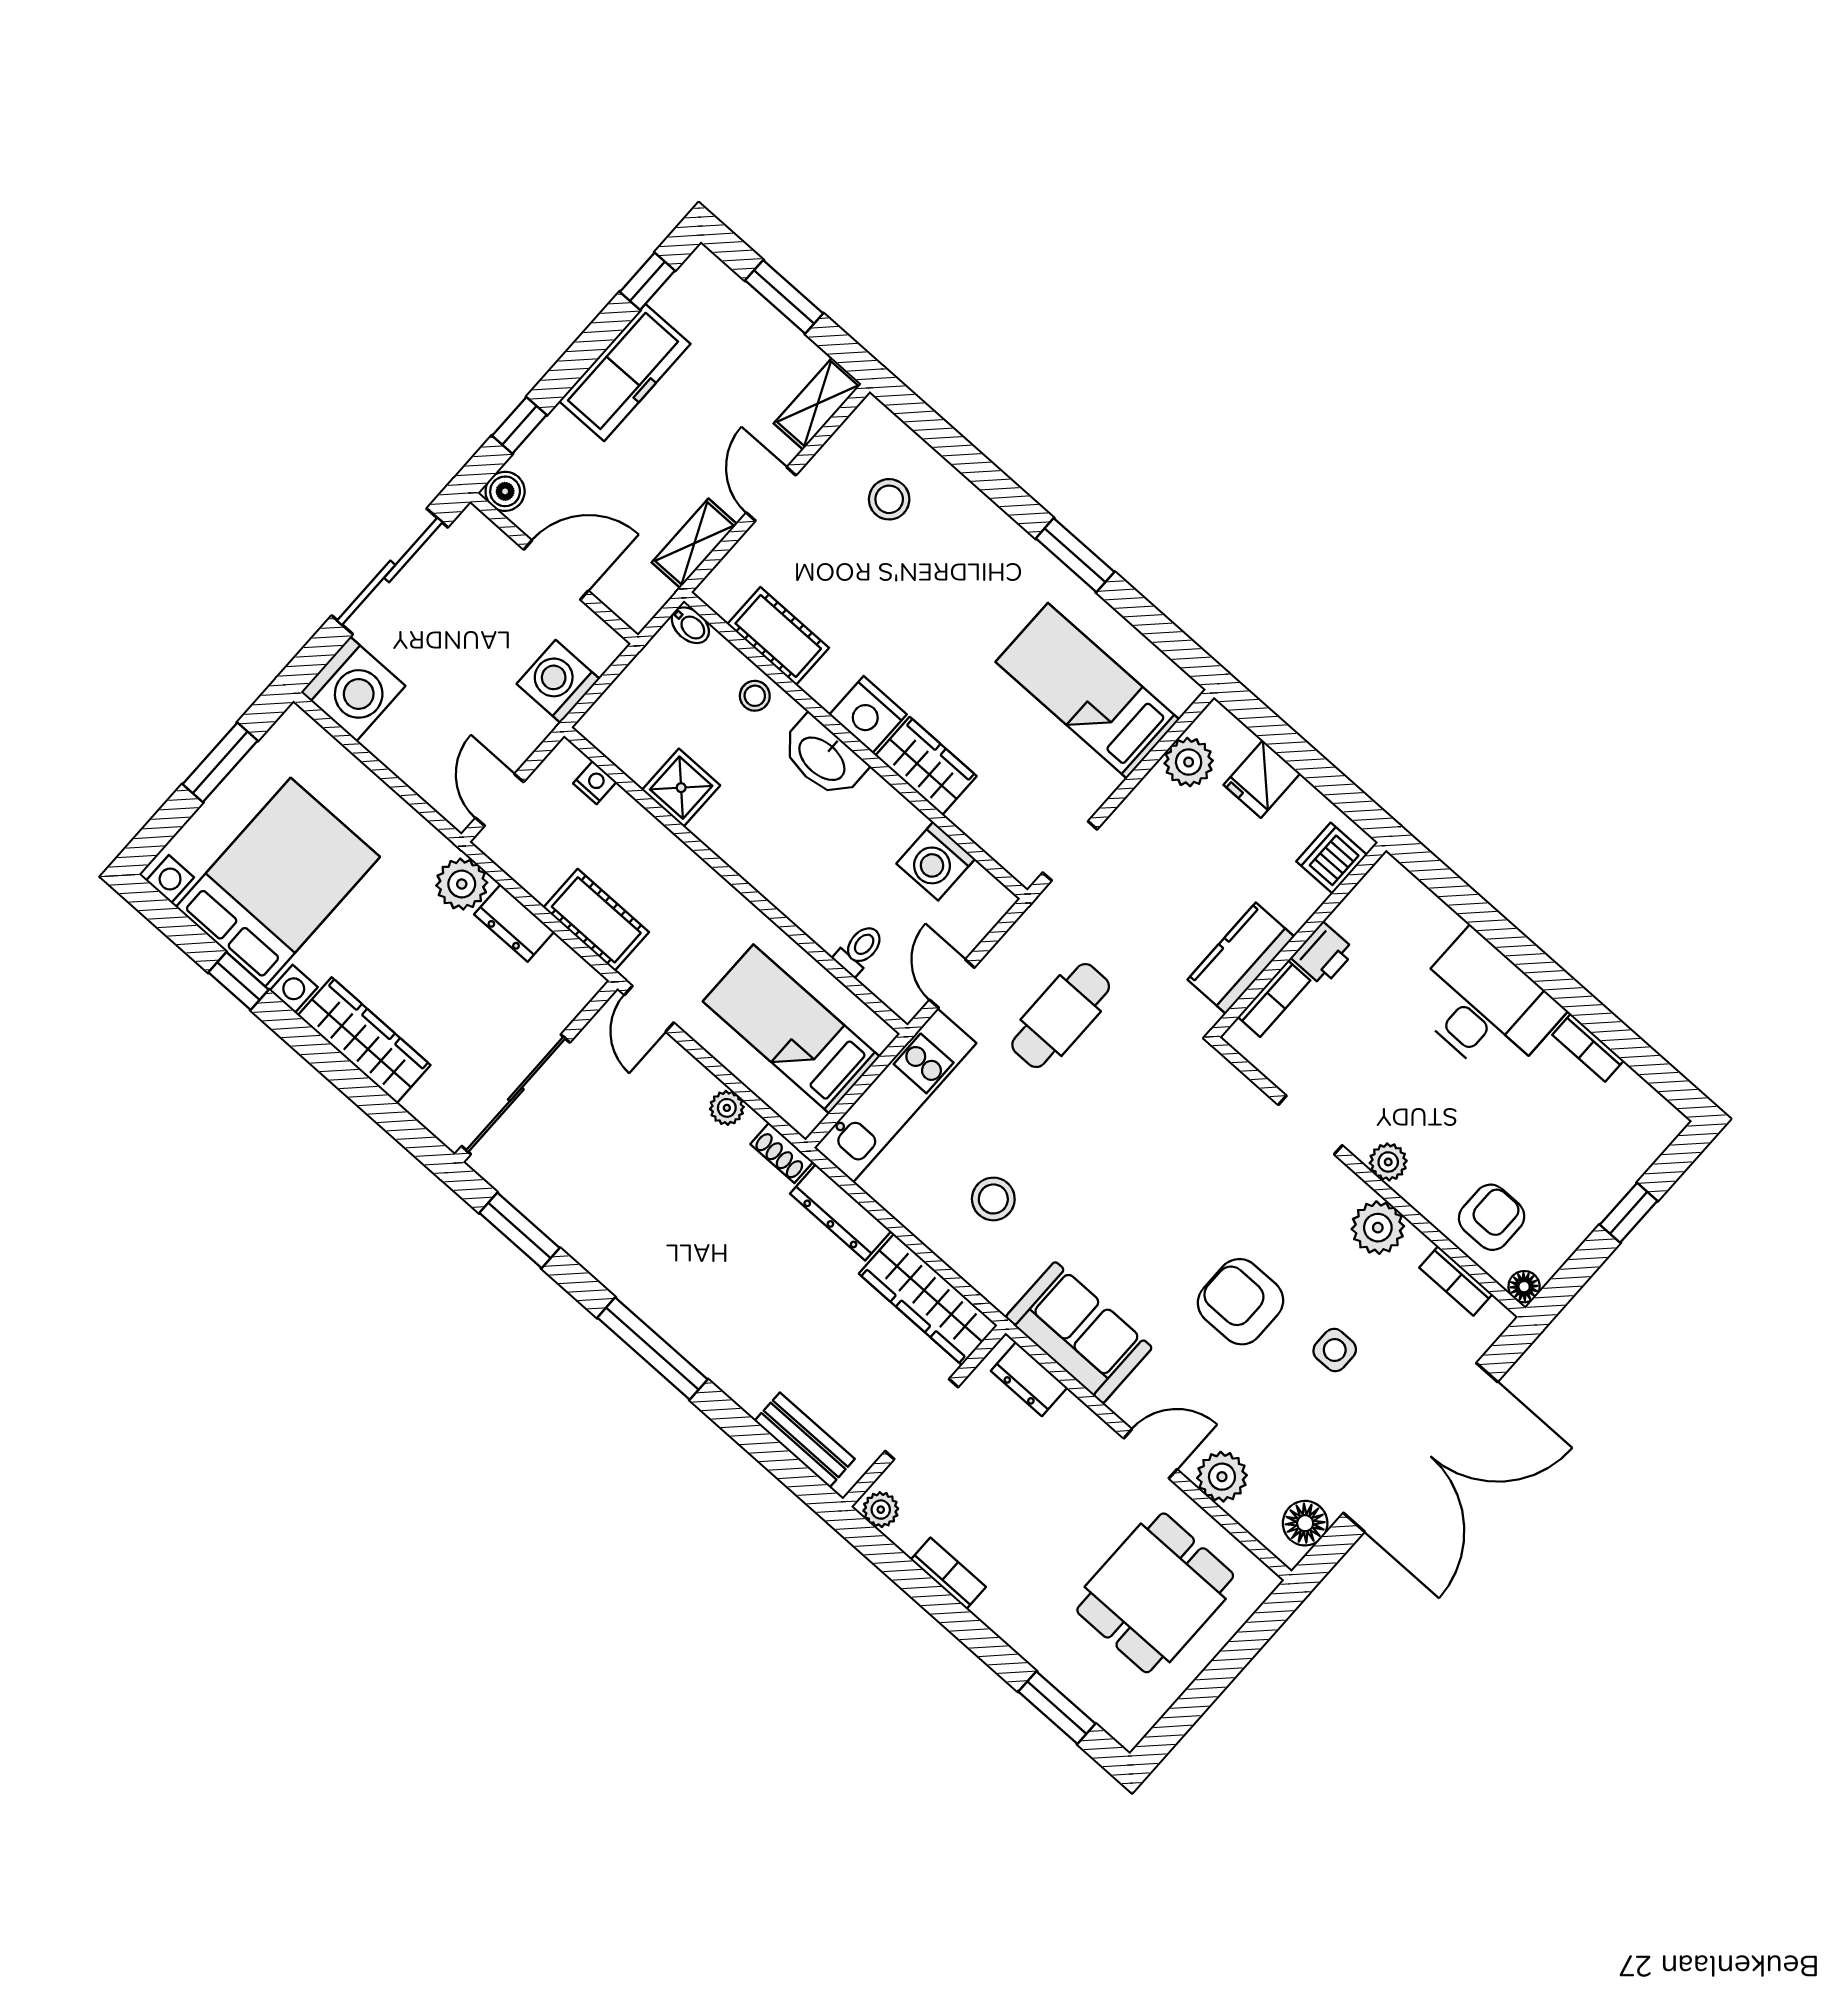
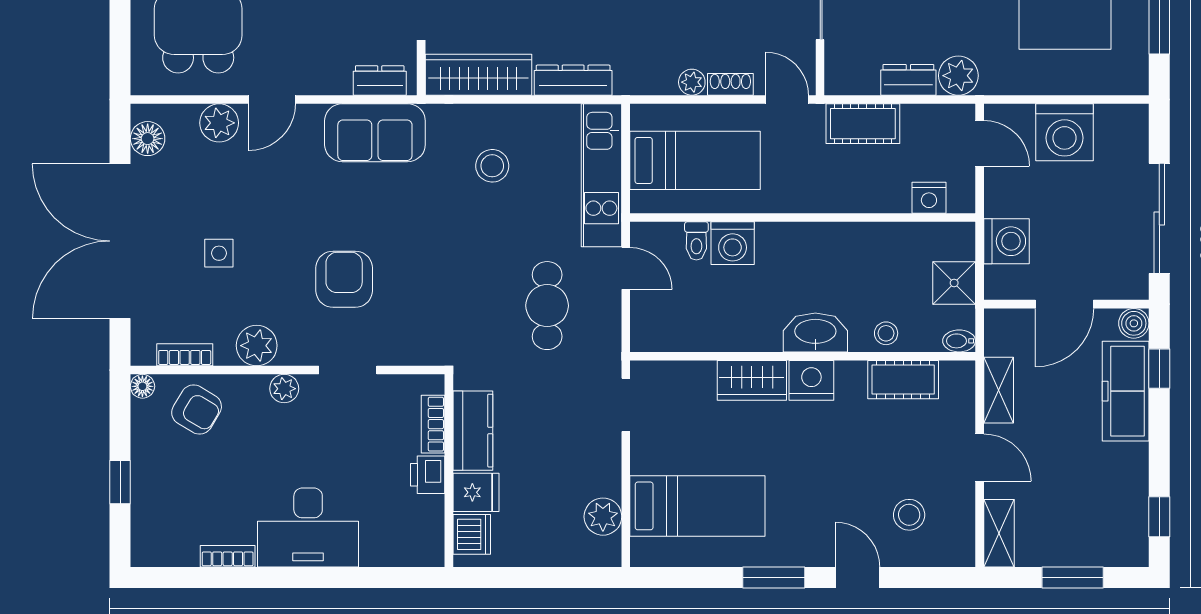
freezer: (625, 373) -> (1126, 391), moved
door: (994, 483) -> (858, 577), added
washing machine: (353, 689) -> (1064, 132), moved, turned -90
fridge: (1262, 779) -> (476, 492), moved, turned 90
nightstand: (595, 783) -> (929, 198), width x1.39, depth x1.35
shower: (681, 788) -> (954, 283), moved
washing machine: (936, 861) -> (733, 243), moved, turned 180
shoe rack: (782, 1153) -> (730, 84), moved
armchair: (1492, 1217) -> (197, 410), turned -59
armchair: (1240, 1302) -> (344, 279), moved, turned -90

